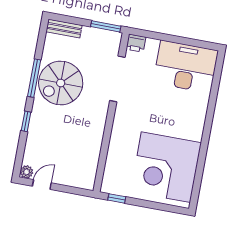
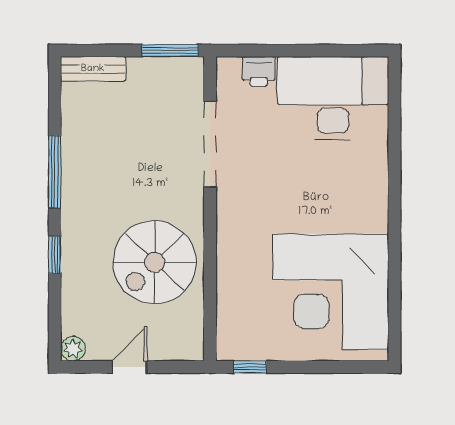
printer: (136, 43) -> (259, 71), moved
spiral stairs: (61, 83) -> (155, 262), moved
door: (42, 185) -> (129, 367), moved

